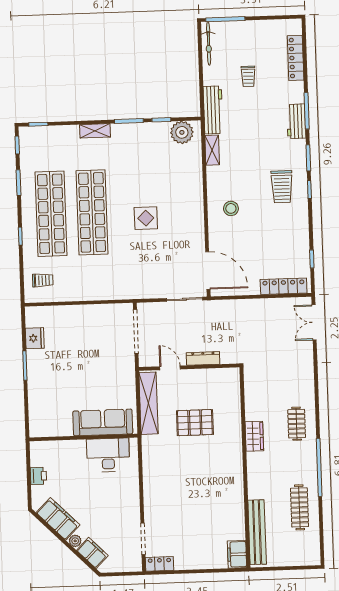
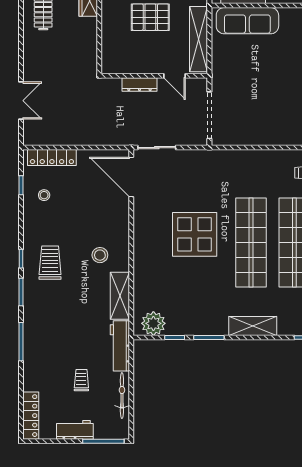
bicycle: (209, 43) -> (122, 396), moved
locker: (296, 58) -> (31, 416), moved
workbench: (296, 121) -> (75, 430), moved, turned -90
shelving: (95, 131) -> (253, 326), width x1.50, depth x1.33
shelving: (212, 150) -> (120, 296), width x1.50, depth x1.33
stool: (231, 208) -> (100, 255), moved
display table: (146, 218) -> (195, 234), width x1.86, depth x1.86
stool: (290, 250) -> (44, 195), added
double door: (314, 322) -> (21, 101), moved

